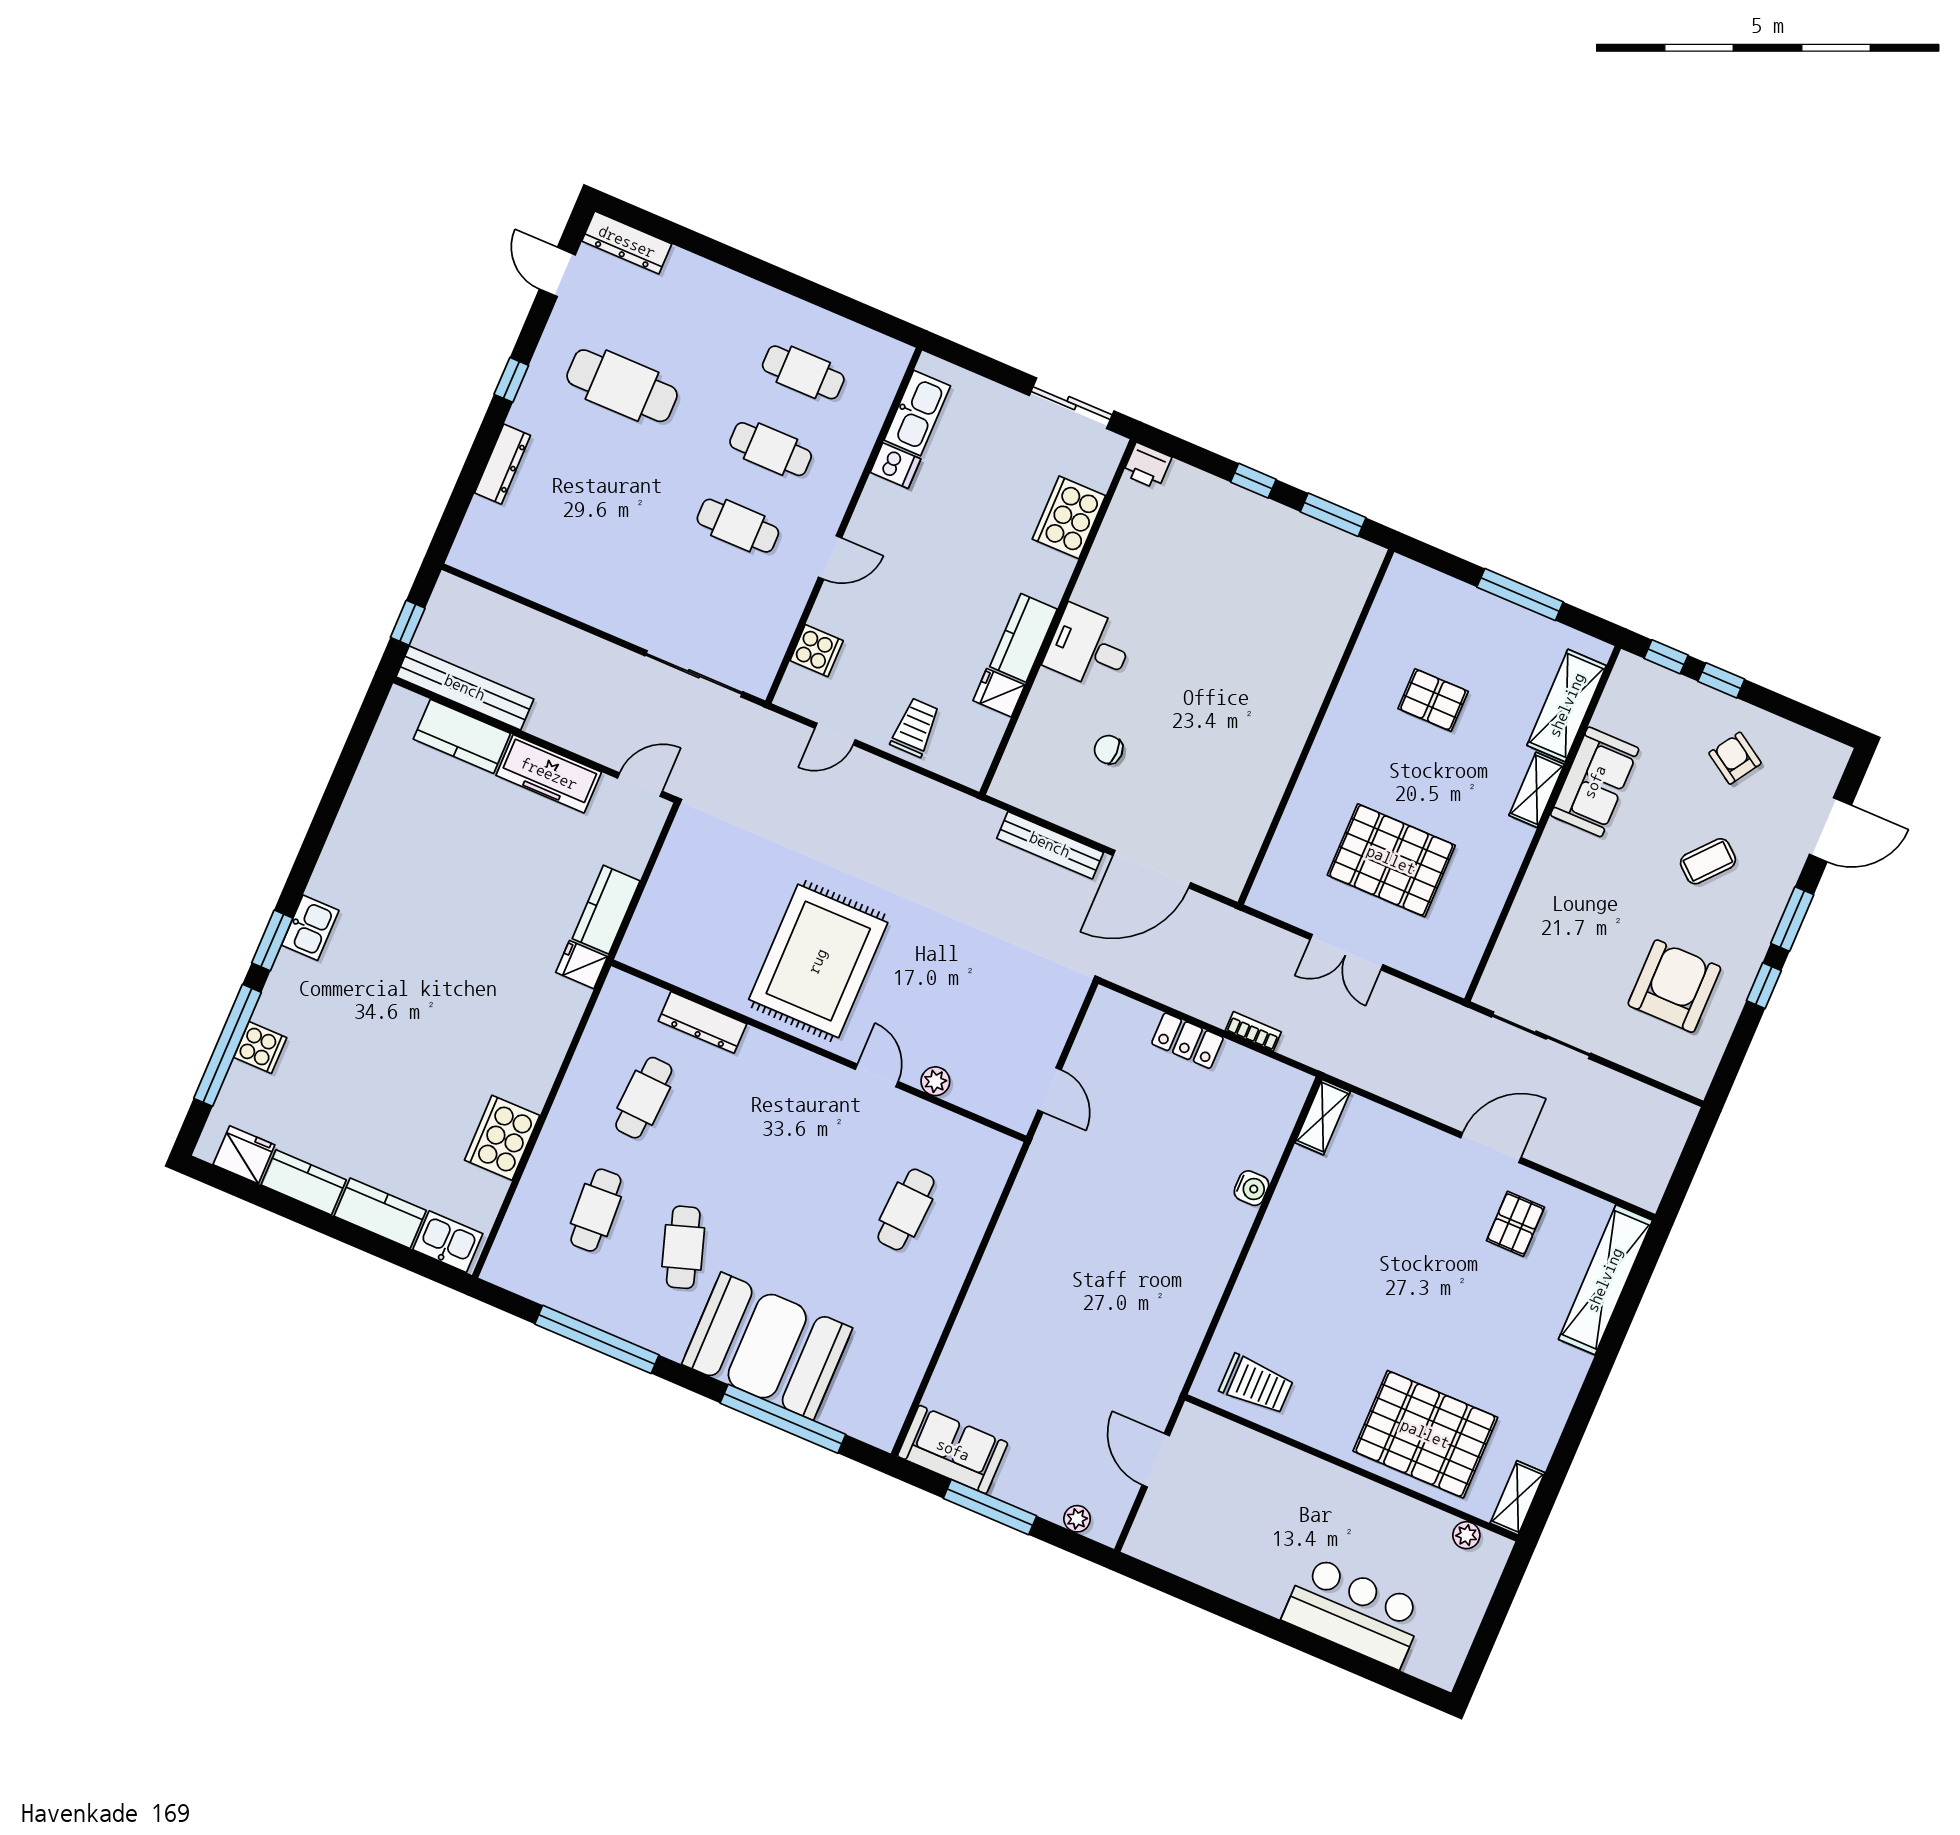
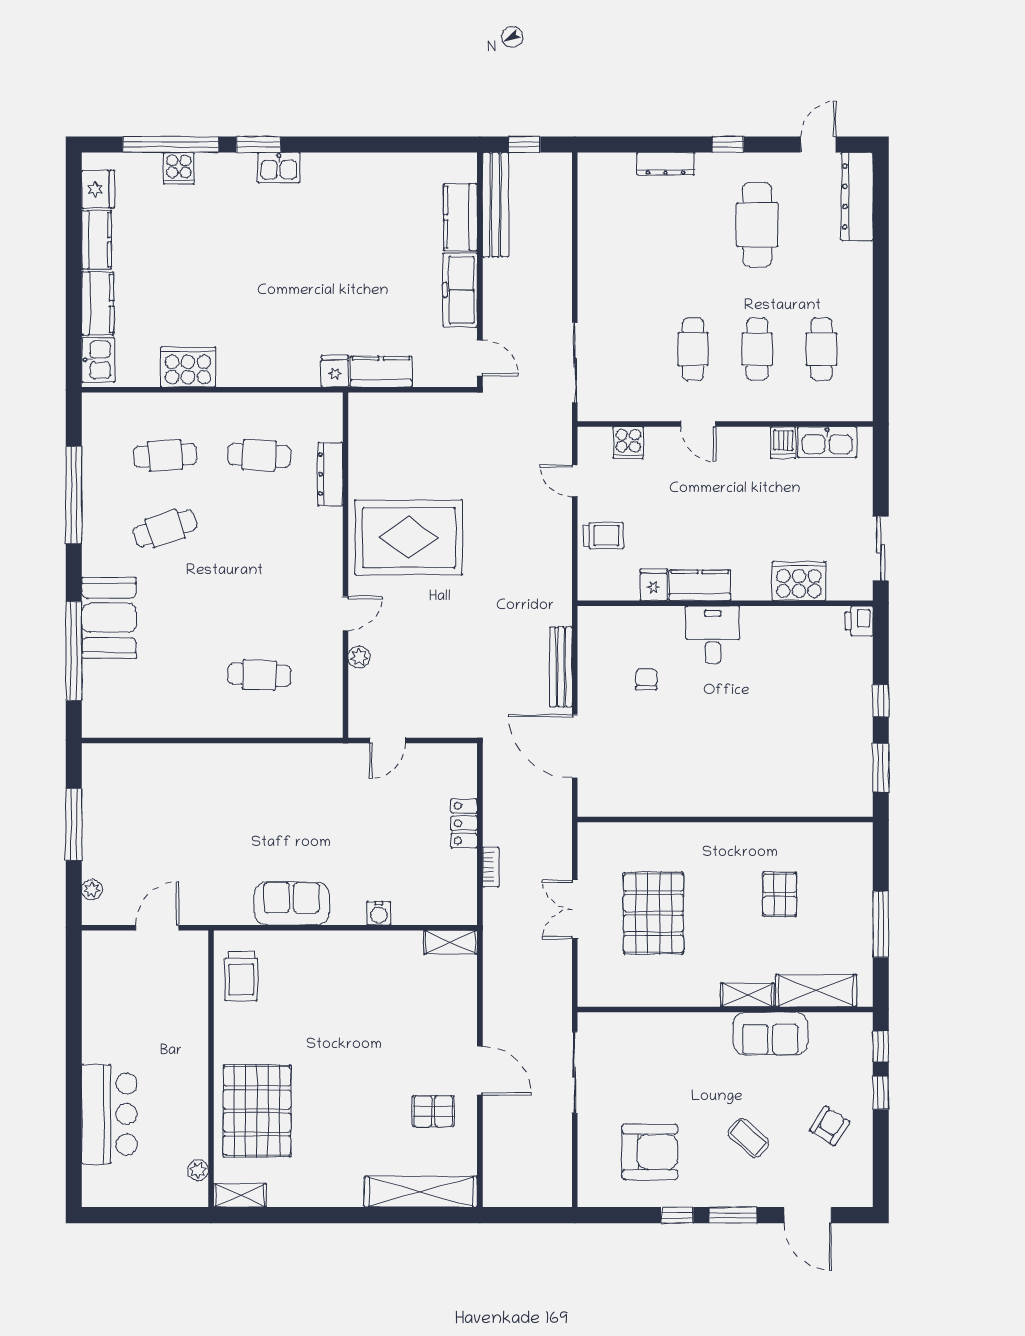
dresser: (627, 242) -> (857, 197), width x1.37, depth x1.24
booth: (767, 1346) -> (109, 618), width x0.73, depth x0.70
sofa: (953, 1450) -> (292, 903), moved, turned -90

